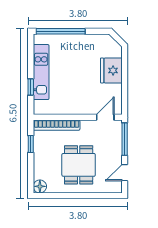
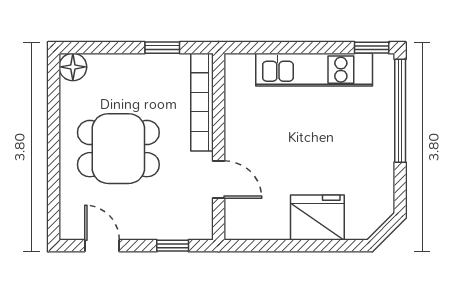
window: (31, 87) -> (372, 48), moved
door: (105, 117) -> (219, 179), moved
window: (125, 139) -> (173, 246), width x0.46

